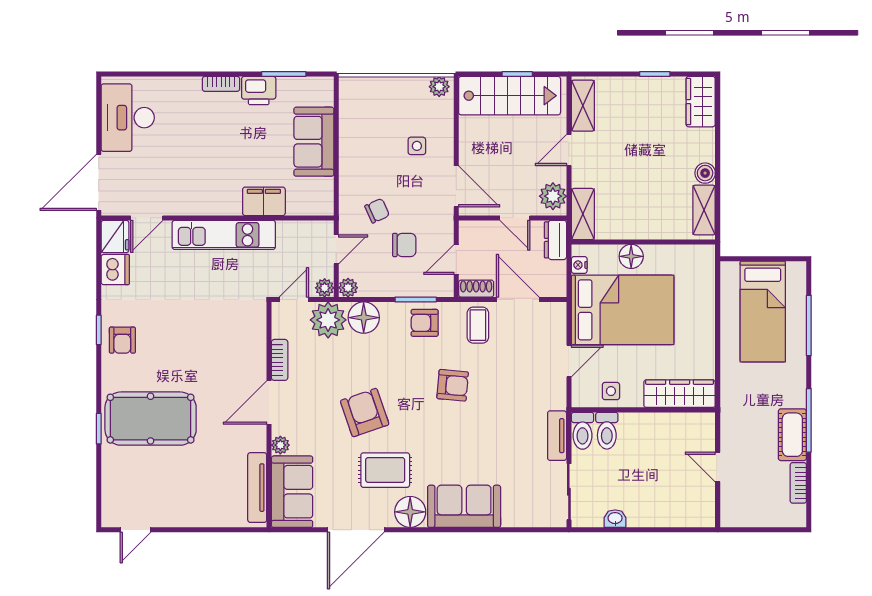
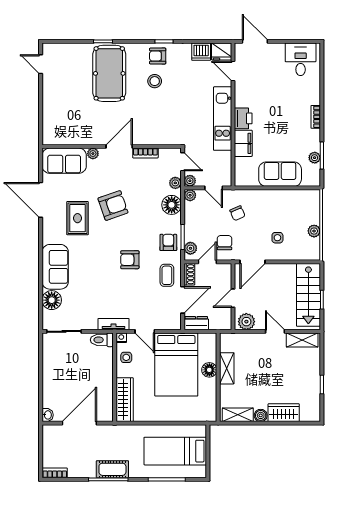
plant: (287, 86) -> (315, 158), added
plant: (439, 87) -> (314, 231), moved
printer: (259, 91) -> (243, 118), moved, turned 180
wardrobe: (701, 102) -> (284, 413), moved
desk: (128, 118) -> (301, 59), width x0.73
door: (99, 182) -> (255, 41), width x0.73
shelving: (583, 214) -> (227, 368), moved, turned 90
dresser: (555, 240) -> (196, 323), moved
chair: (404, 245) -> (224, 243), moved, turned 180
door: (456, 260) -> (207, 262), hinge flipped
nightstand: (579, 265) -> (121, 338), moved
plant: (434, 287) -> (190, 248), added
plant: (328, 320) -> (175, 183), width x0.53, depth x0.53
coffee table: (478, 325) -> (167, 275), turned 90
stool: (163, 345) -> (155, 81), added
armchair: (453, 385) -> (130, 260), turned 85
door: (269, 403) -> (119, 146), hinge flipped
toilet: (607, 431) -> (102, 355), removed
cot: (792, 435) -> (112, 469), moved
tv unit: (557, 436) -> (113, 324), moved
door: (718, 467) -> (79, 423), width x1.88
bookcase: (798, 483) -> (55, 473), moved
tv unit: (257, 488) -> (67, 139), removed
floor lamp: (410, 512) -> (52, 300), moved
washbasin: (615, 519) -> (48, 415), moved

